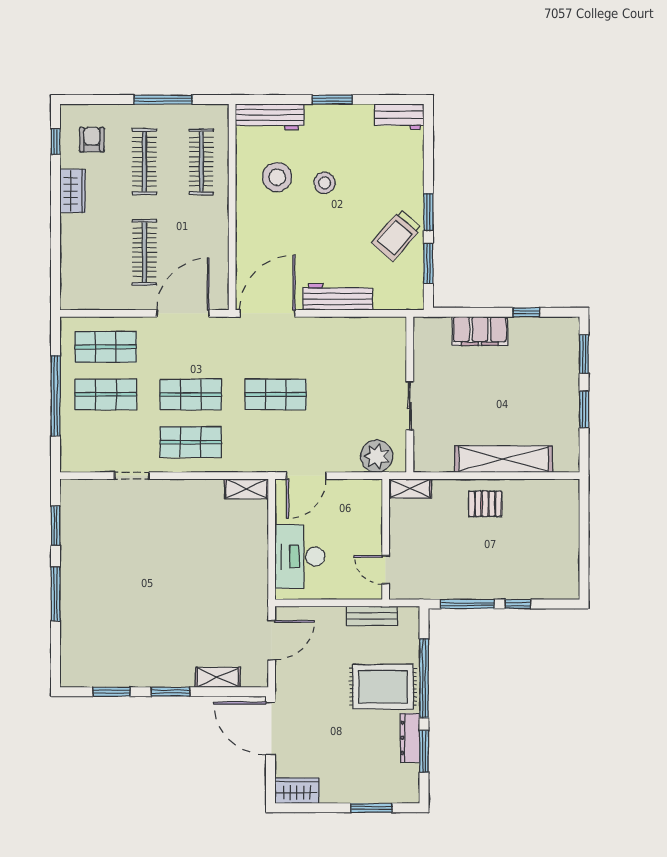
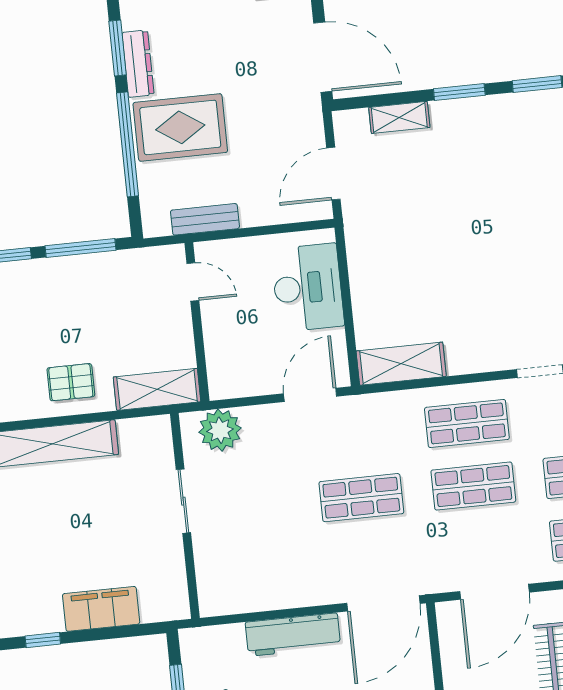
shelving: (246, 489) -> (401, 364), width x1.50, depth x1.33
shelving: (410, 489) -> (157, 389), width x1.50, depth x1.33

